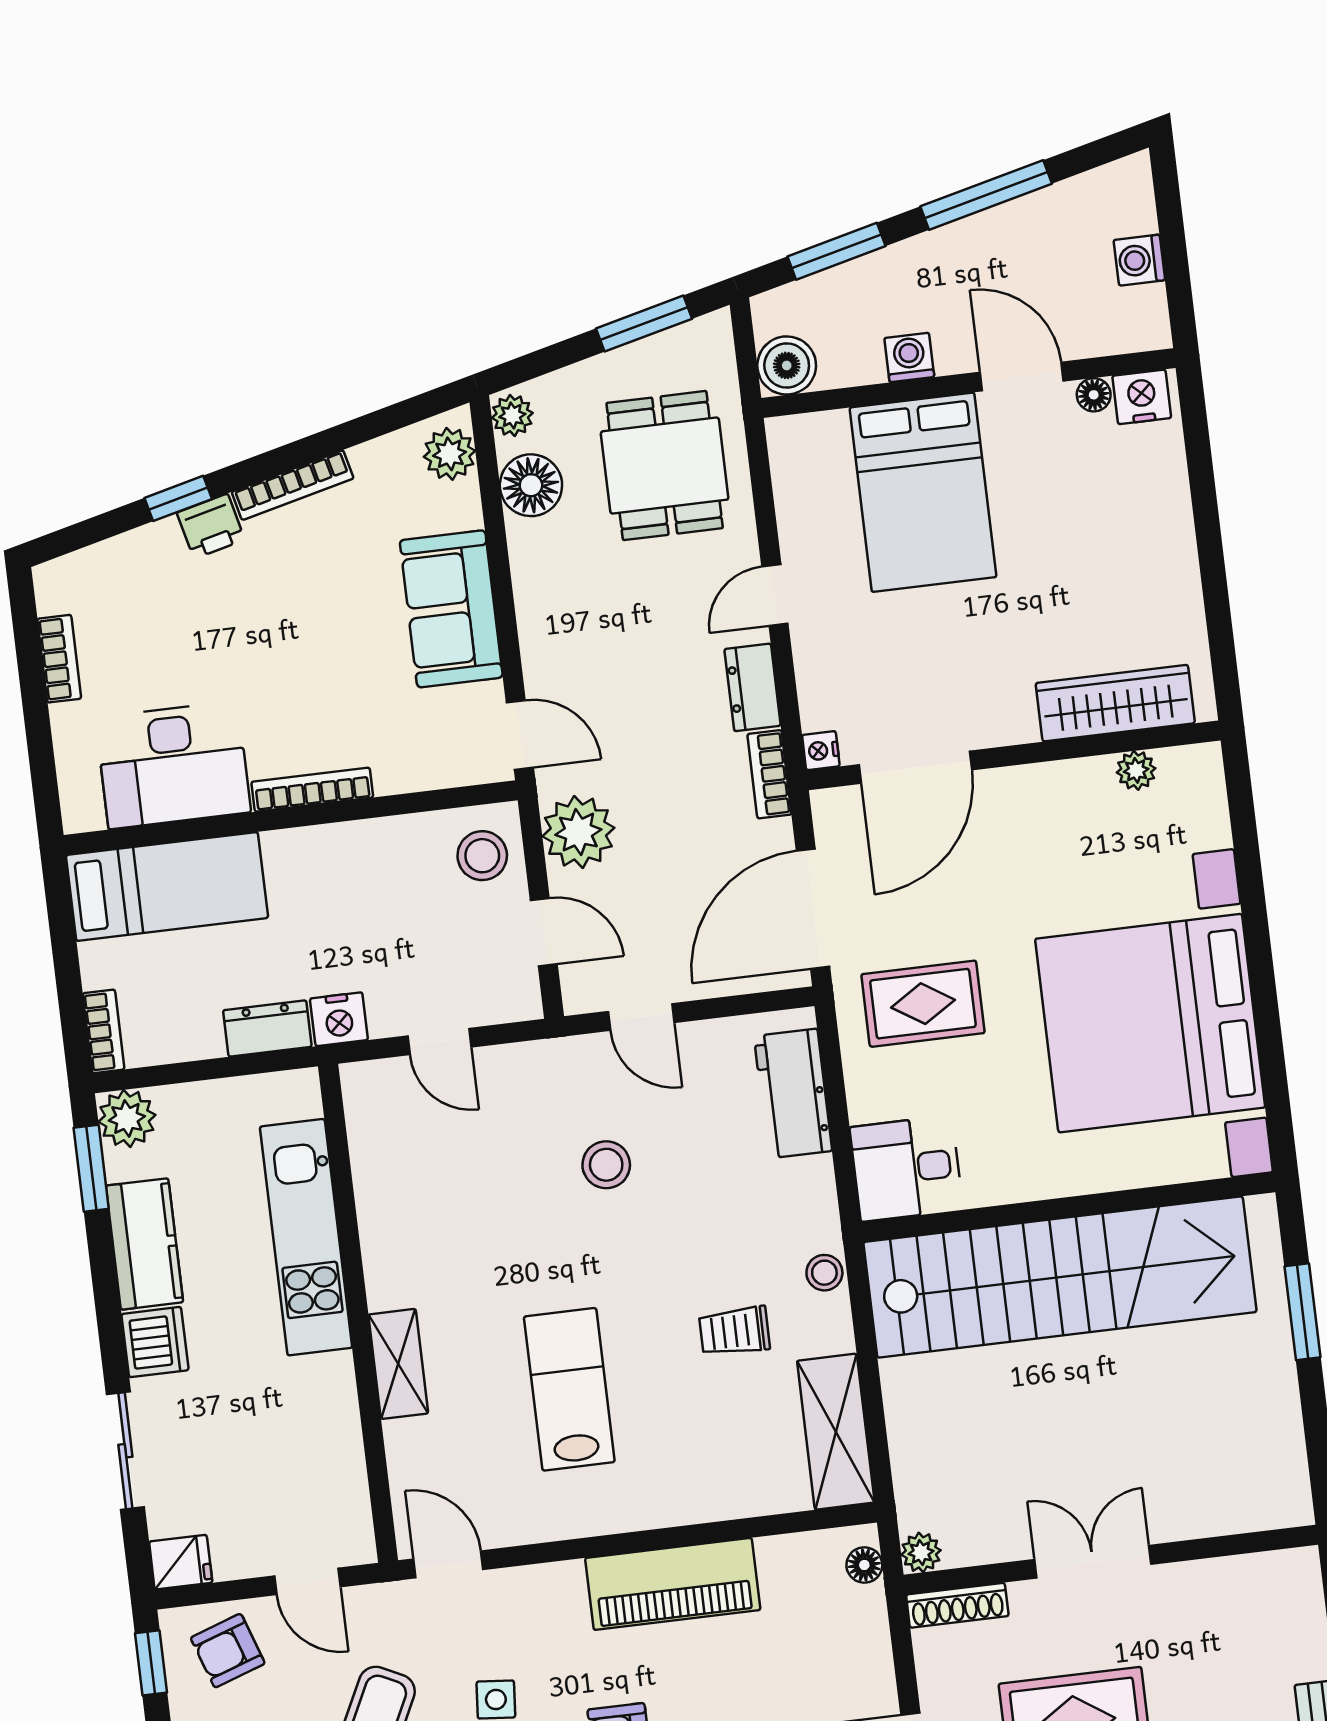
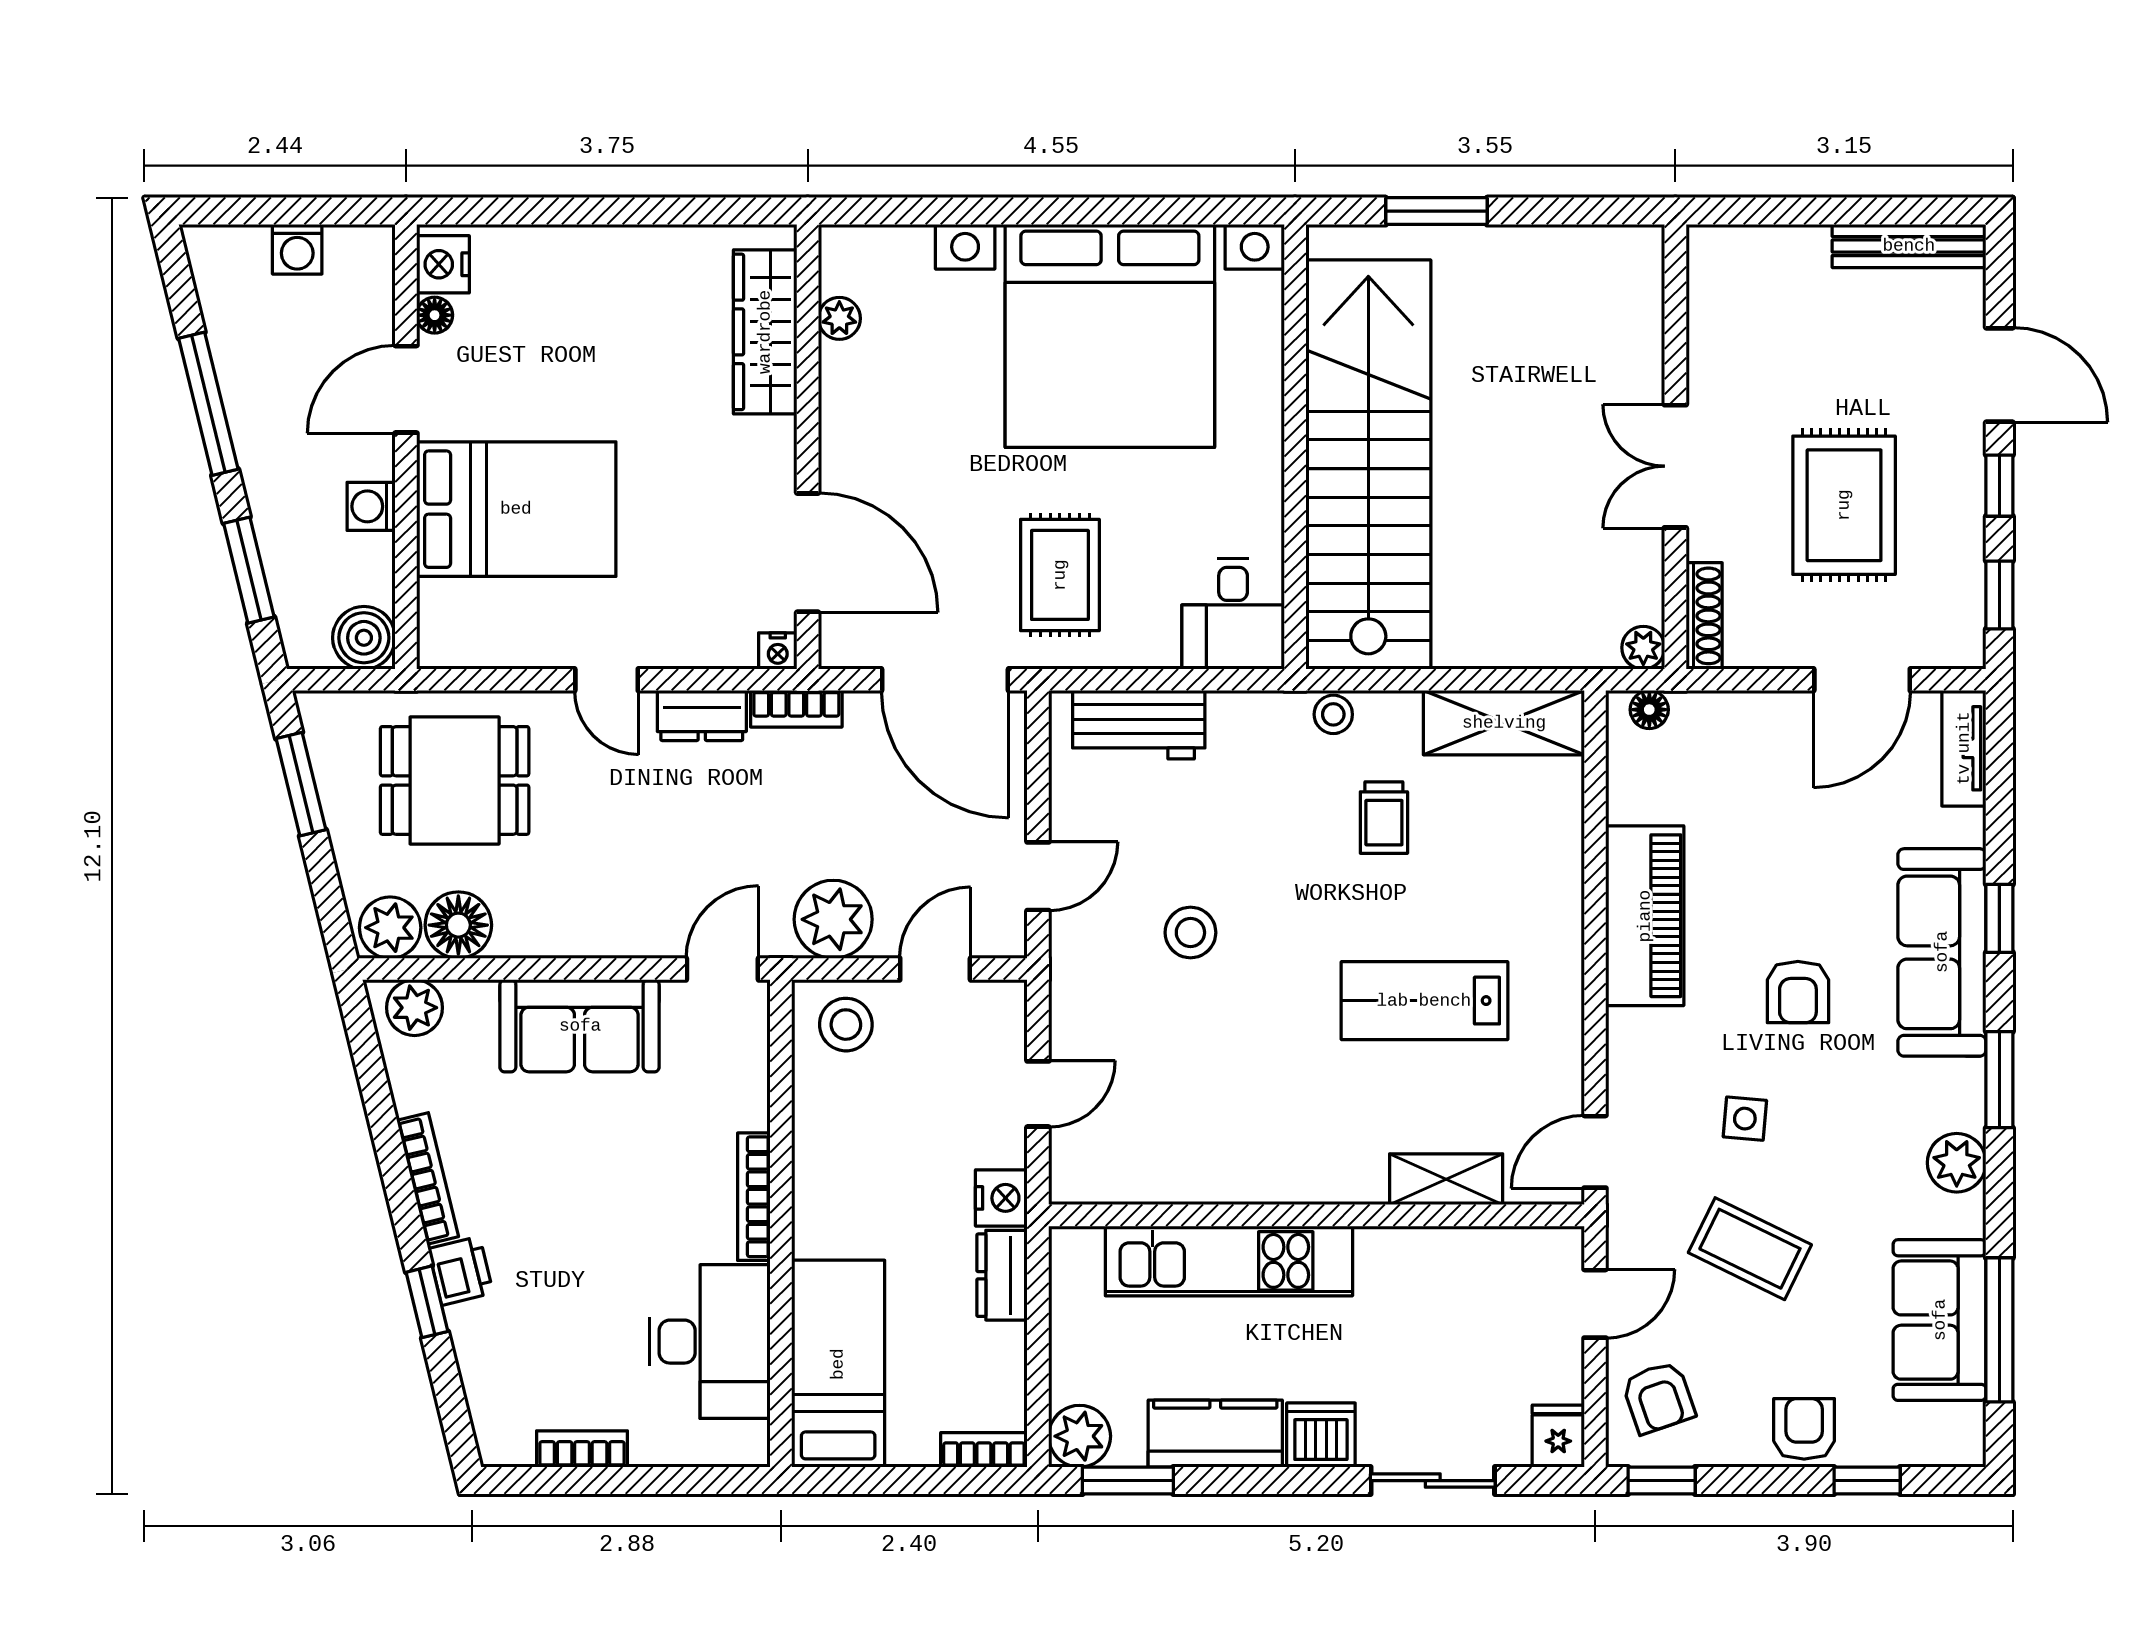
plant: (512, 415) -> (390, 928), width x1.38, depth x1.38
shelving: (398, 1364) -> (1446, 1179), moved

